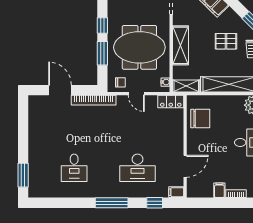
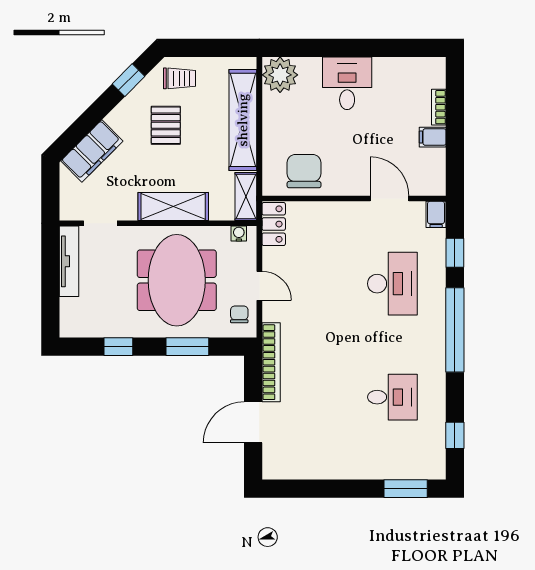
window: (102, 25) -> (118, 347), moved
door: (136, 94) -> (259, 286), hinge flipped
window: (53, 203) -> (455, 435), added
window: (112, 203) -> (455, 330), width x1.46

